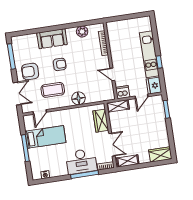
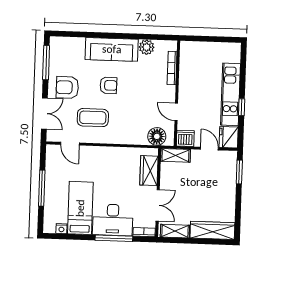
sofa: (52, 39) -> (112, 49), width x1.36
door: (141, 96) -> (209, 149), swing flipped
floor lamp: (78, 98) -> (157, 136), moved
door: (40, 112) -> (70, 144), hinge flipped
bed: (45, 137) -> (80, 208), moved, turned -90
wardrobe: (160, 154) -> (212, 230), width x1.50

